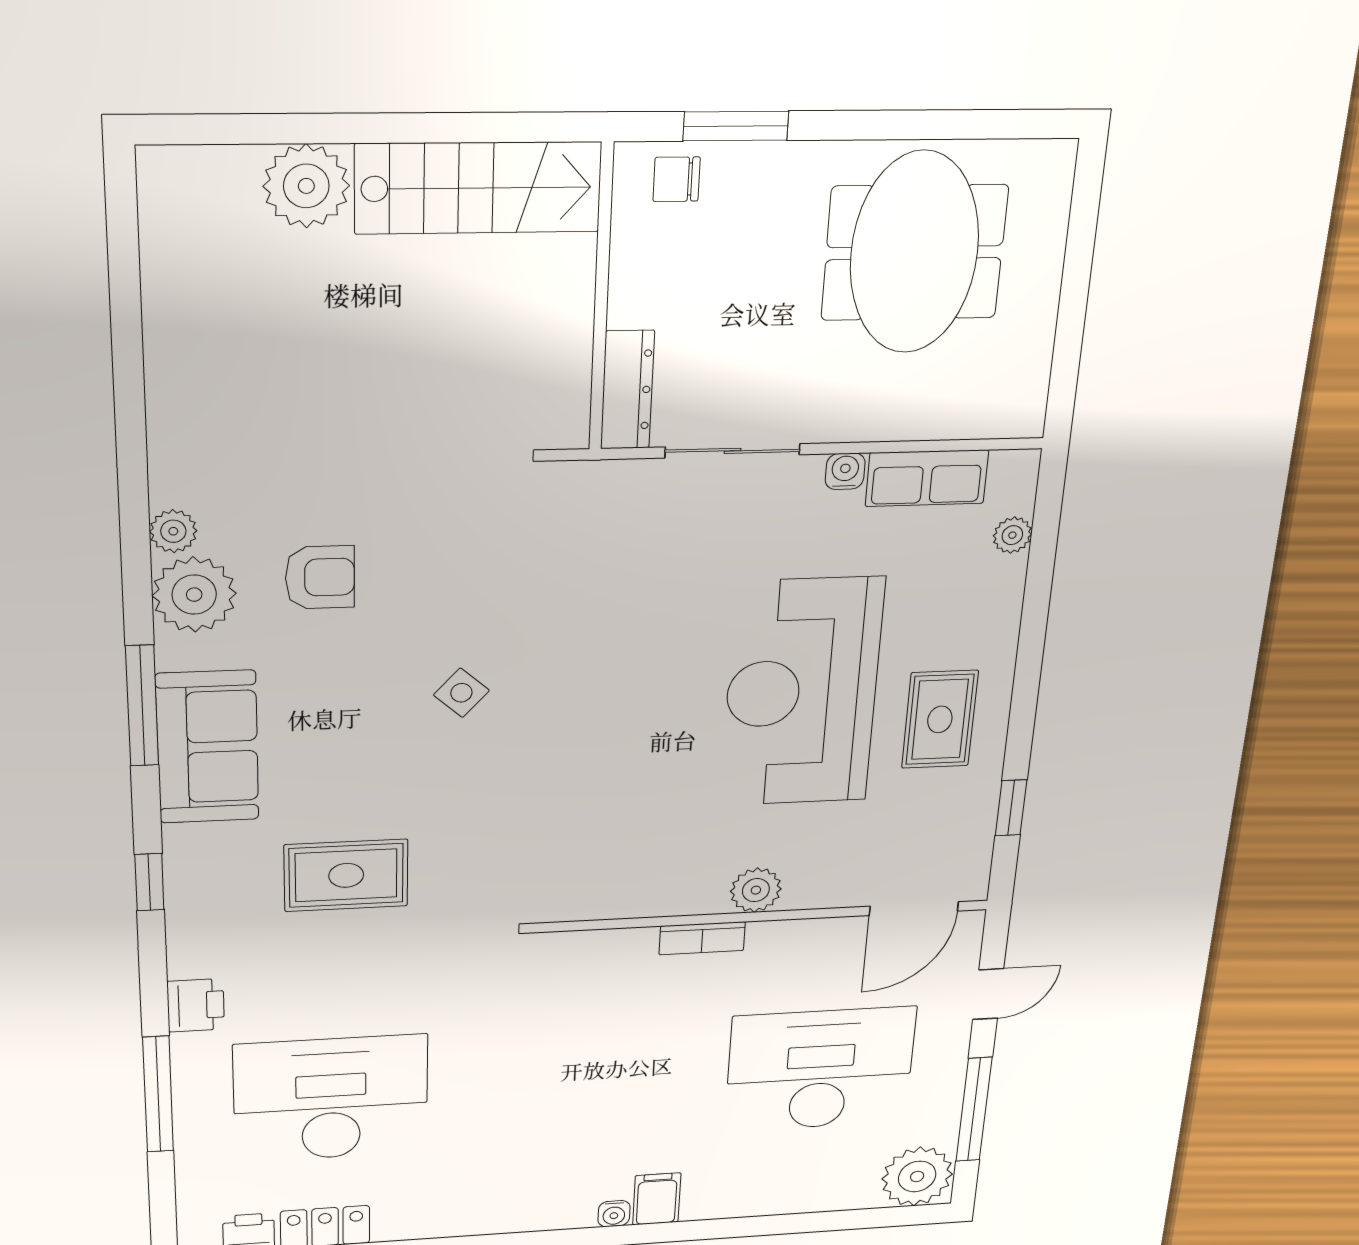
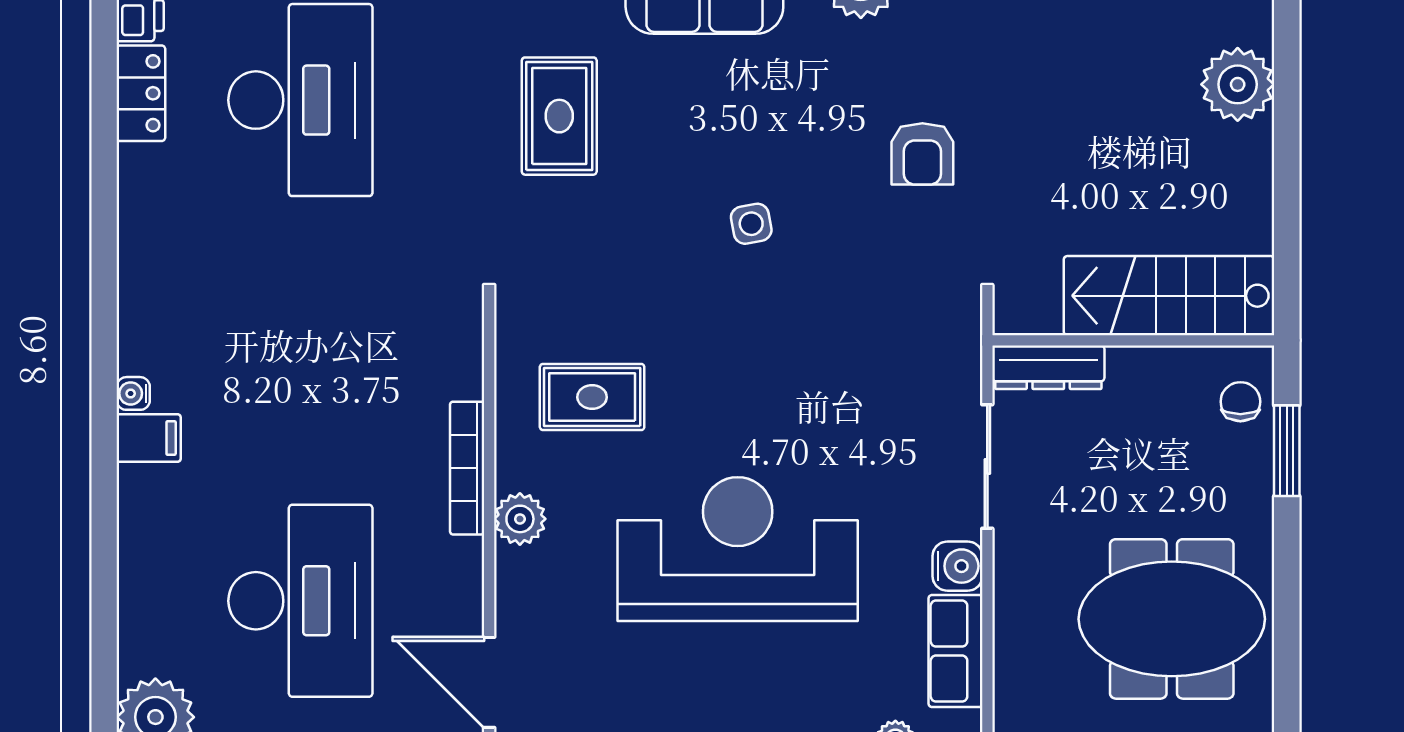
stairs: (478, 188) -> (1169, 296), moved, turned 90
water cooler: (845, 471) -> (958, 566), width x1.38, depth x1.38
armchair: (320, 577) -> (922, 154), moved
side table: (461, 693) -> (751, 224), turned 37
rug: (940, 719) -> (592, 397), moved
bookcase: (702, 938) -> (467, 468), width x1.56

